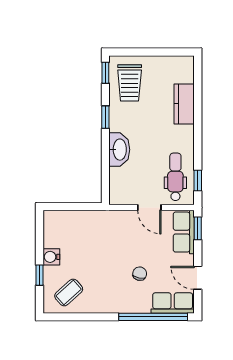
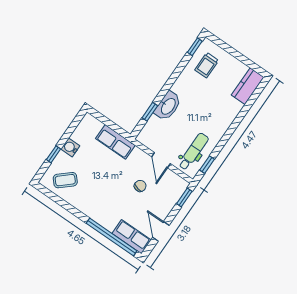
trolley: (130, 83) -> (207, 65), width x0.73, depth x0.72
kitchen counter: (184, 104) -> (248, 86), moved
window: (105, 117) -> (150, 112), moved
row of seats: (184, 232) -> (115, 142), moved, turned -90
chair: (140, 274) -> (140, 186), moved

